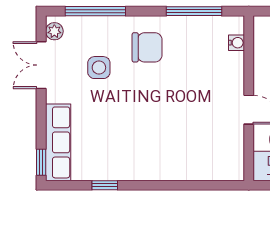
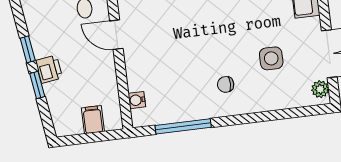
window: (95, 11) -> (282, 114), removed
chair: (147, 47) -> (226, 84), width x0.54, depth x0.54

